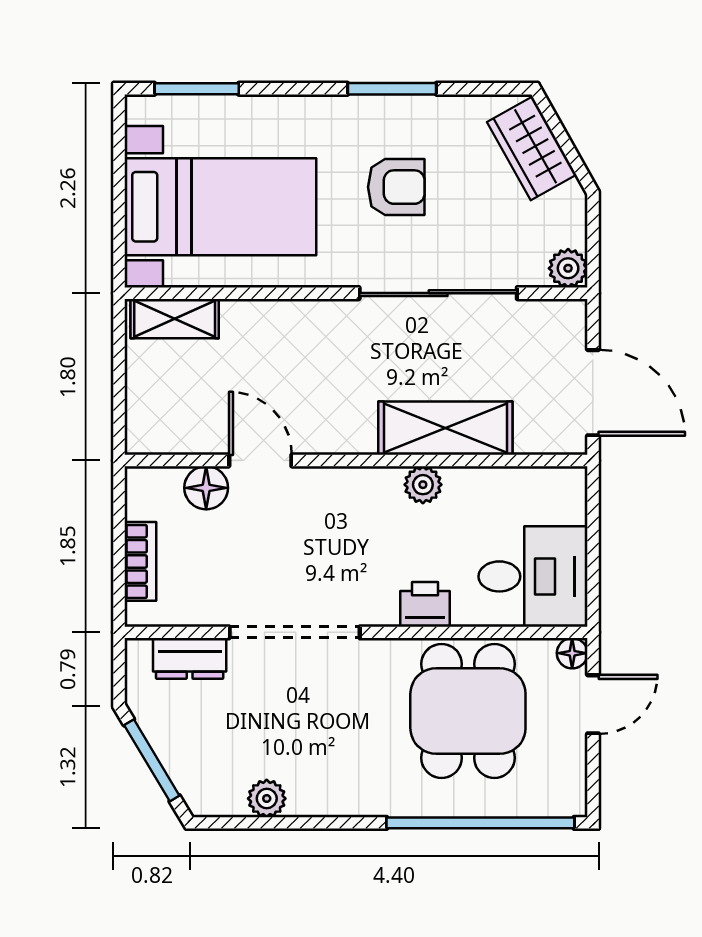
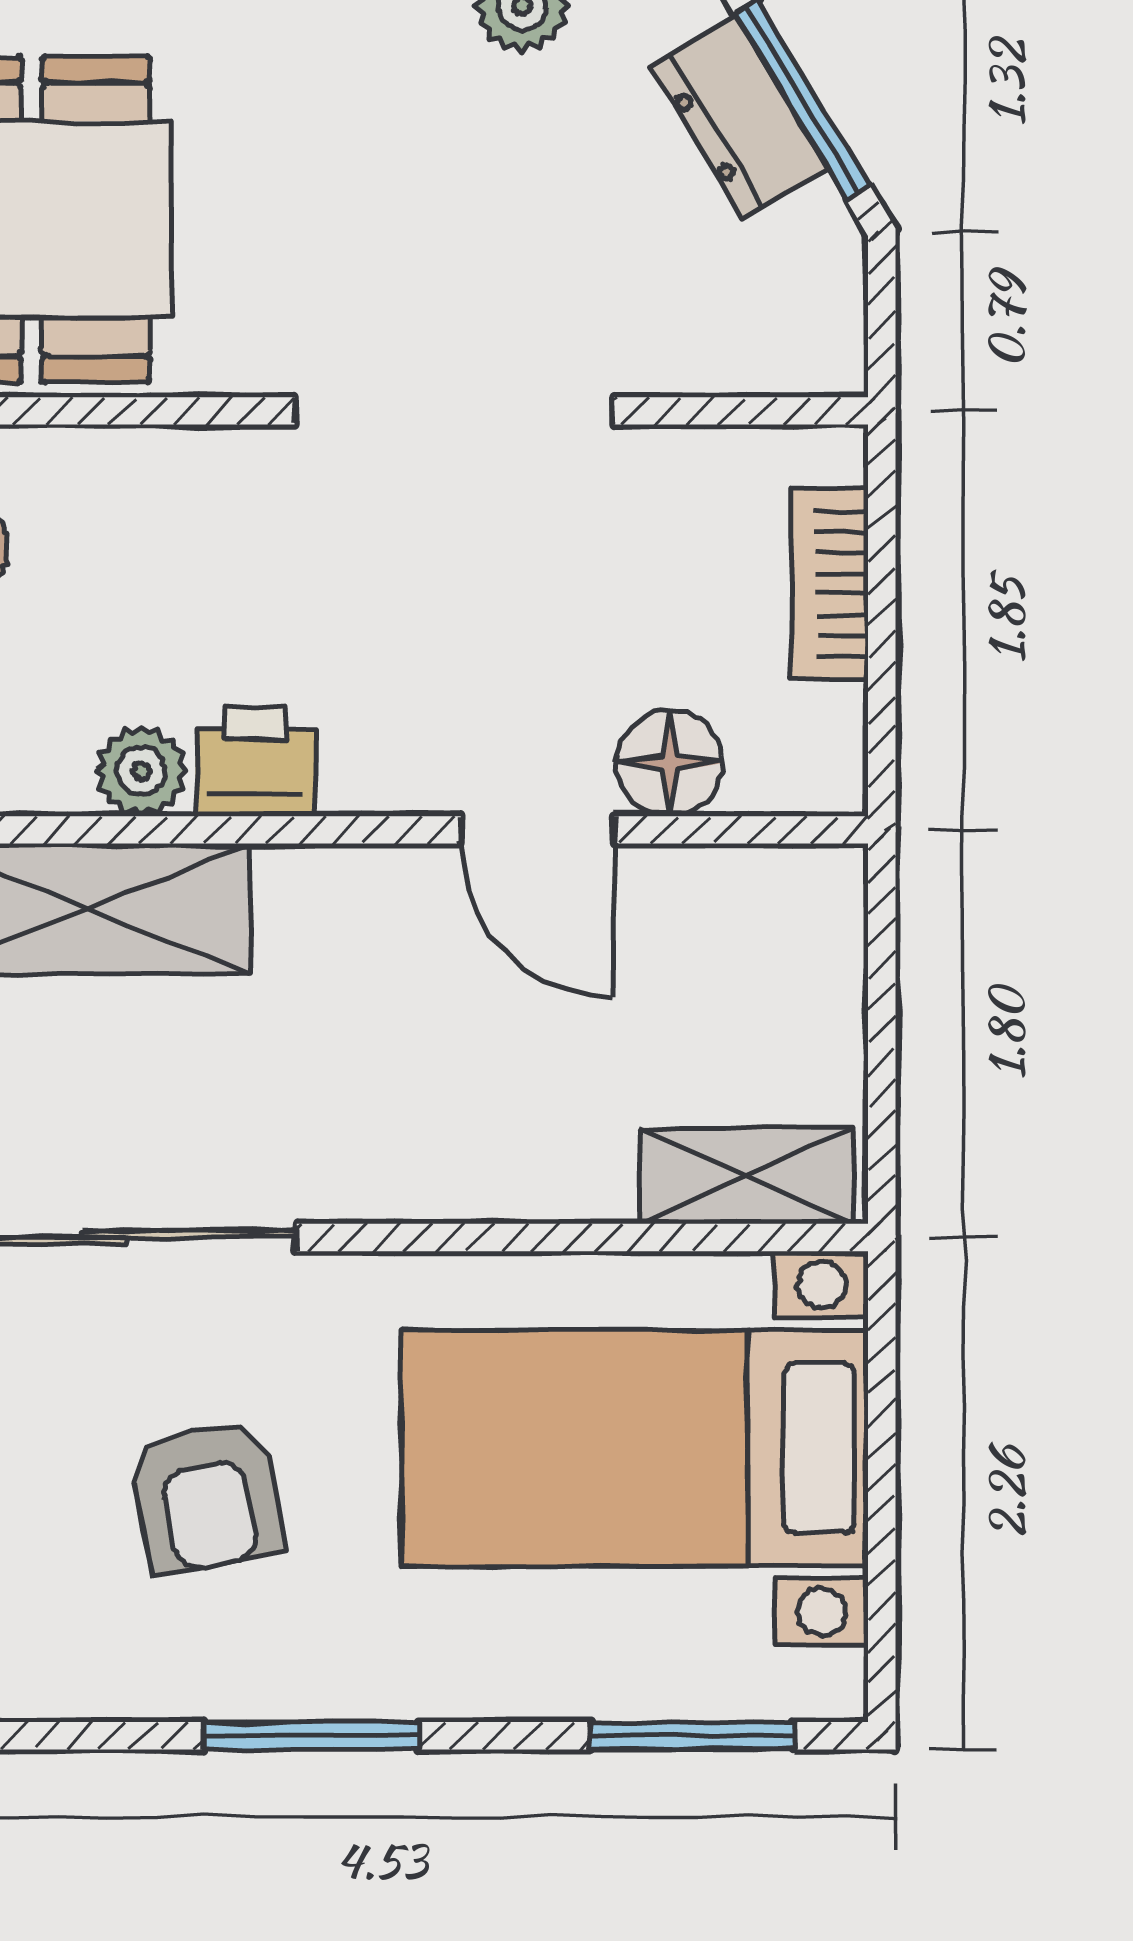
window: (392, 89) -> (312, 1736), moved
armchair: (396, 187) -> (206, 1496), turned -102
printer: (425, 604) -> (256, 762), moved, turned 180
dresser: (190, 658) -> (739, 117), moved, turned -121

